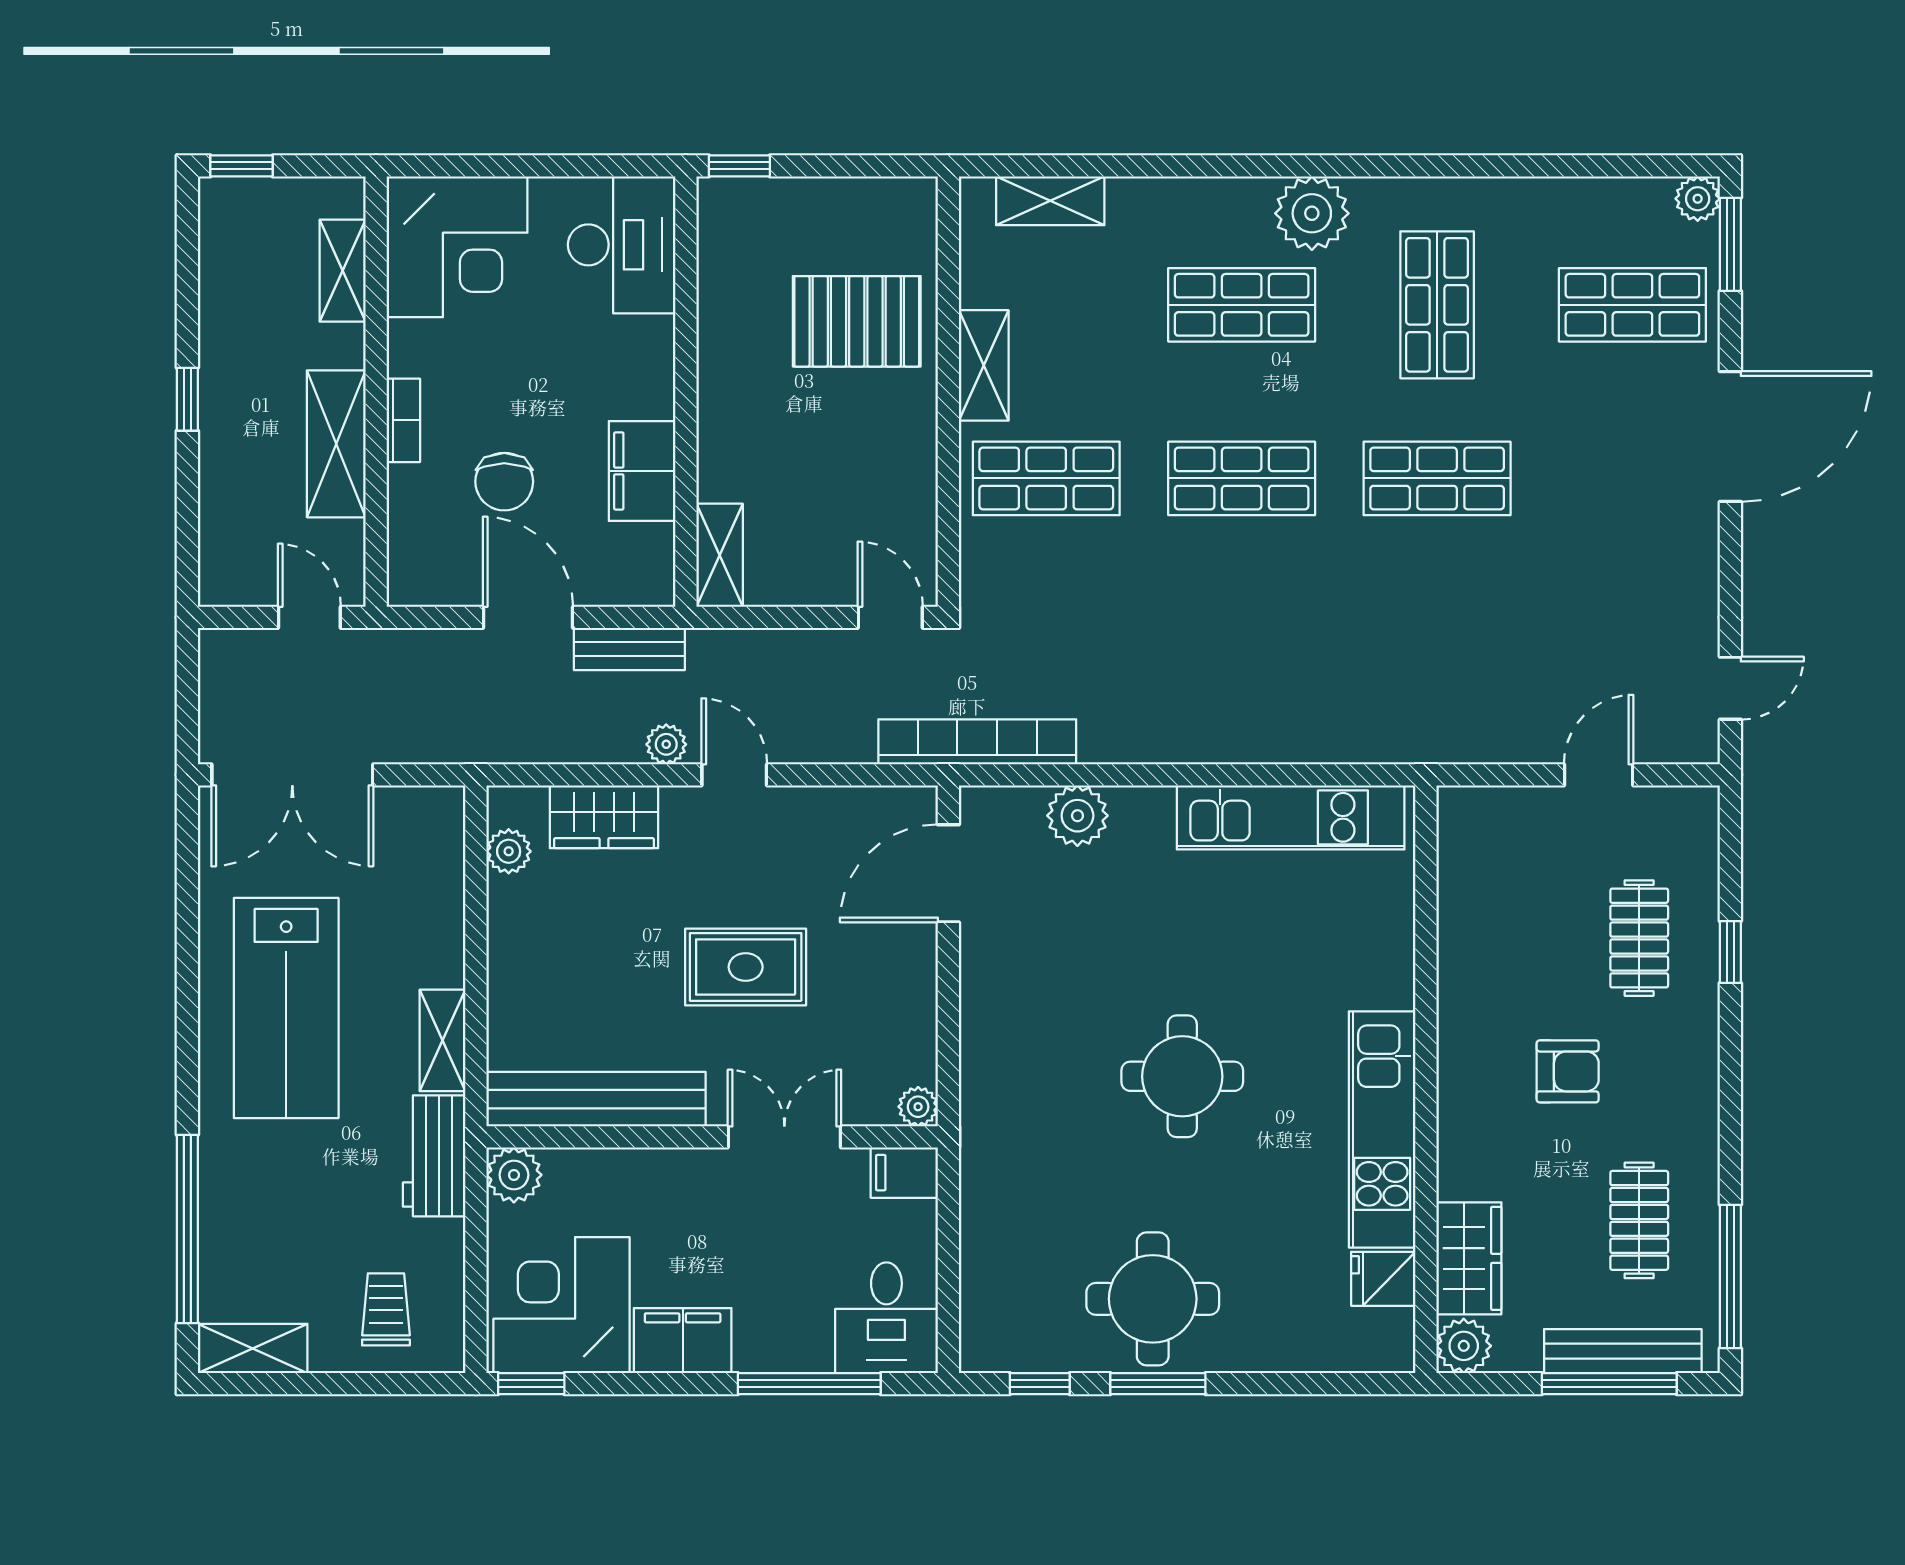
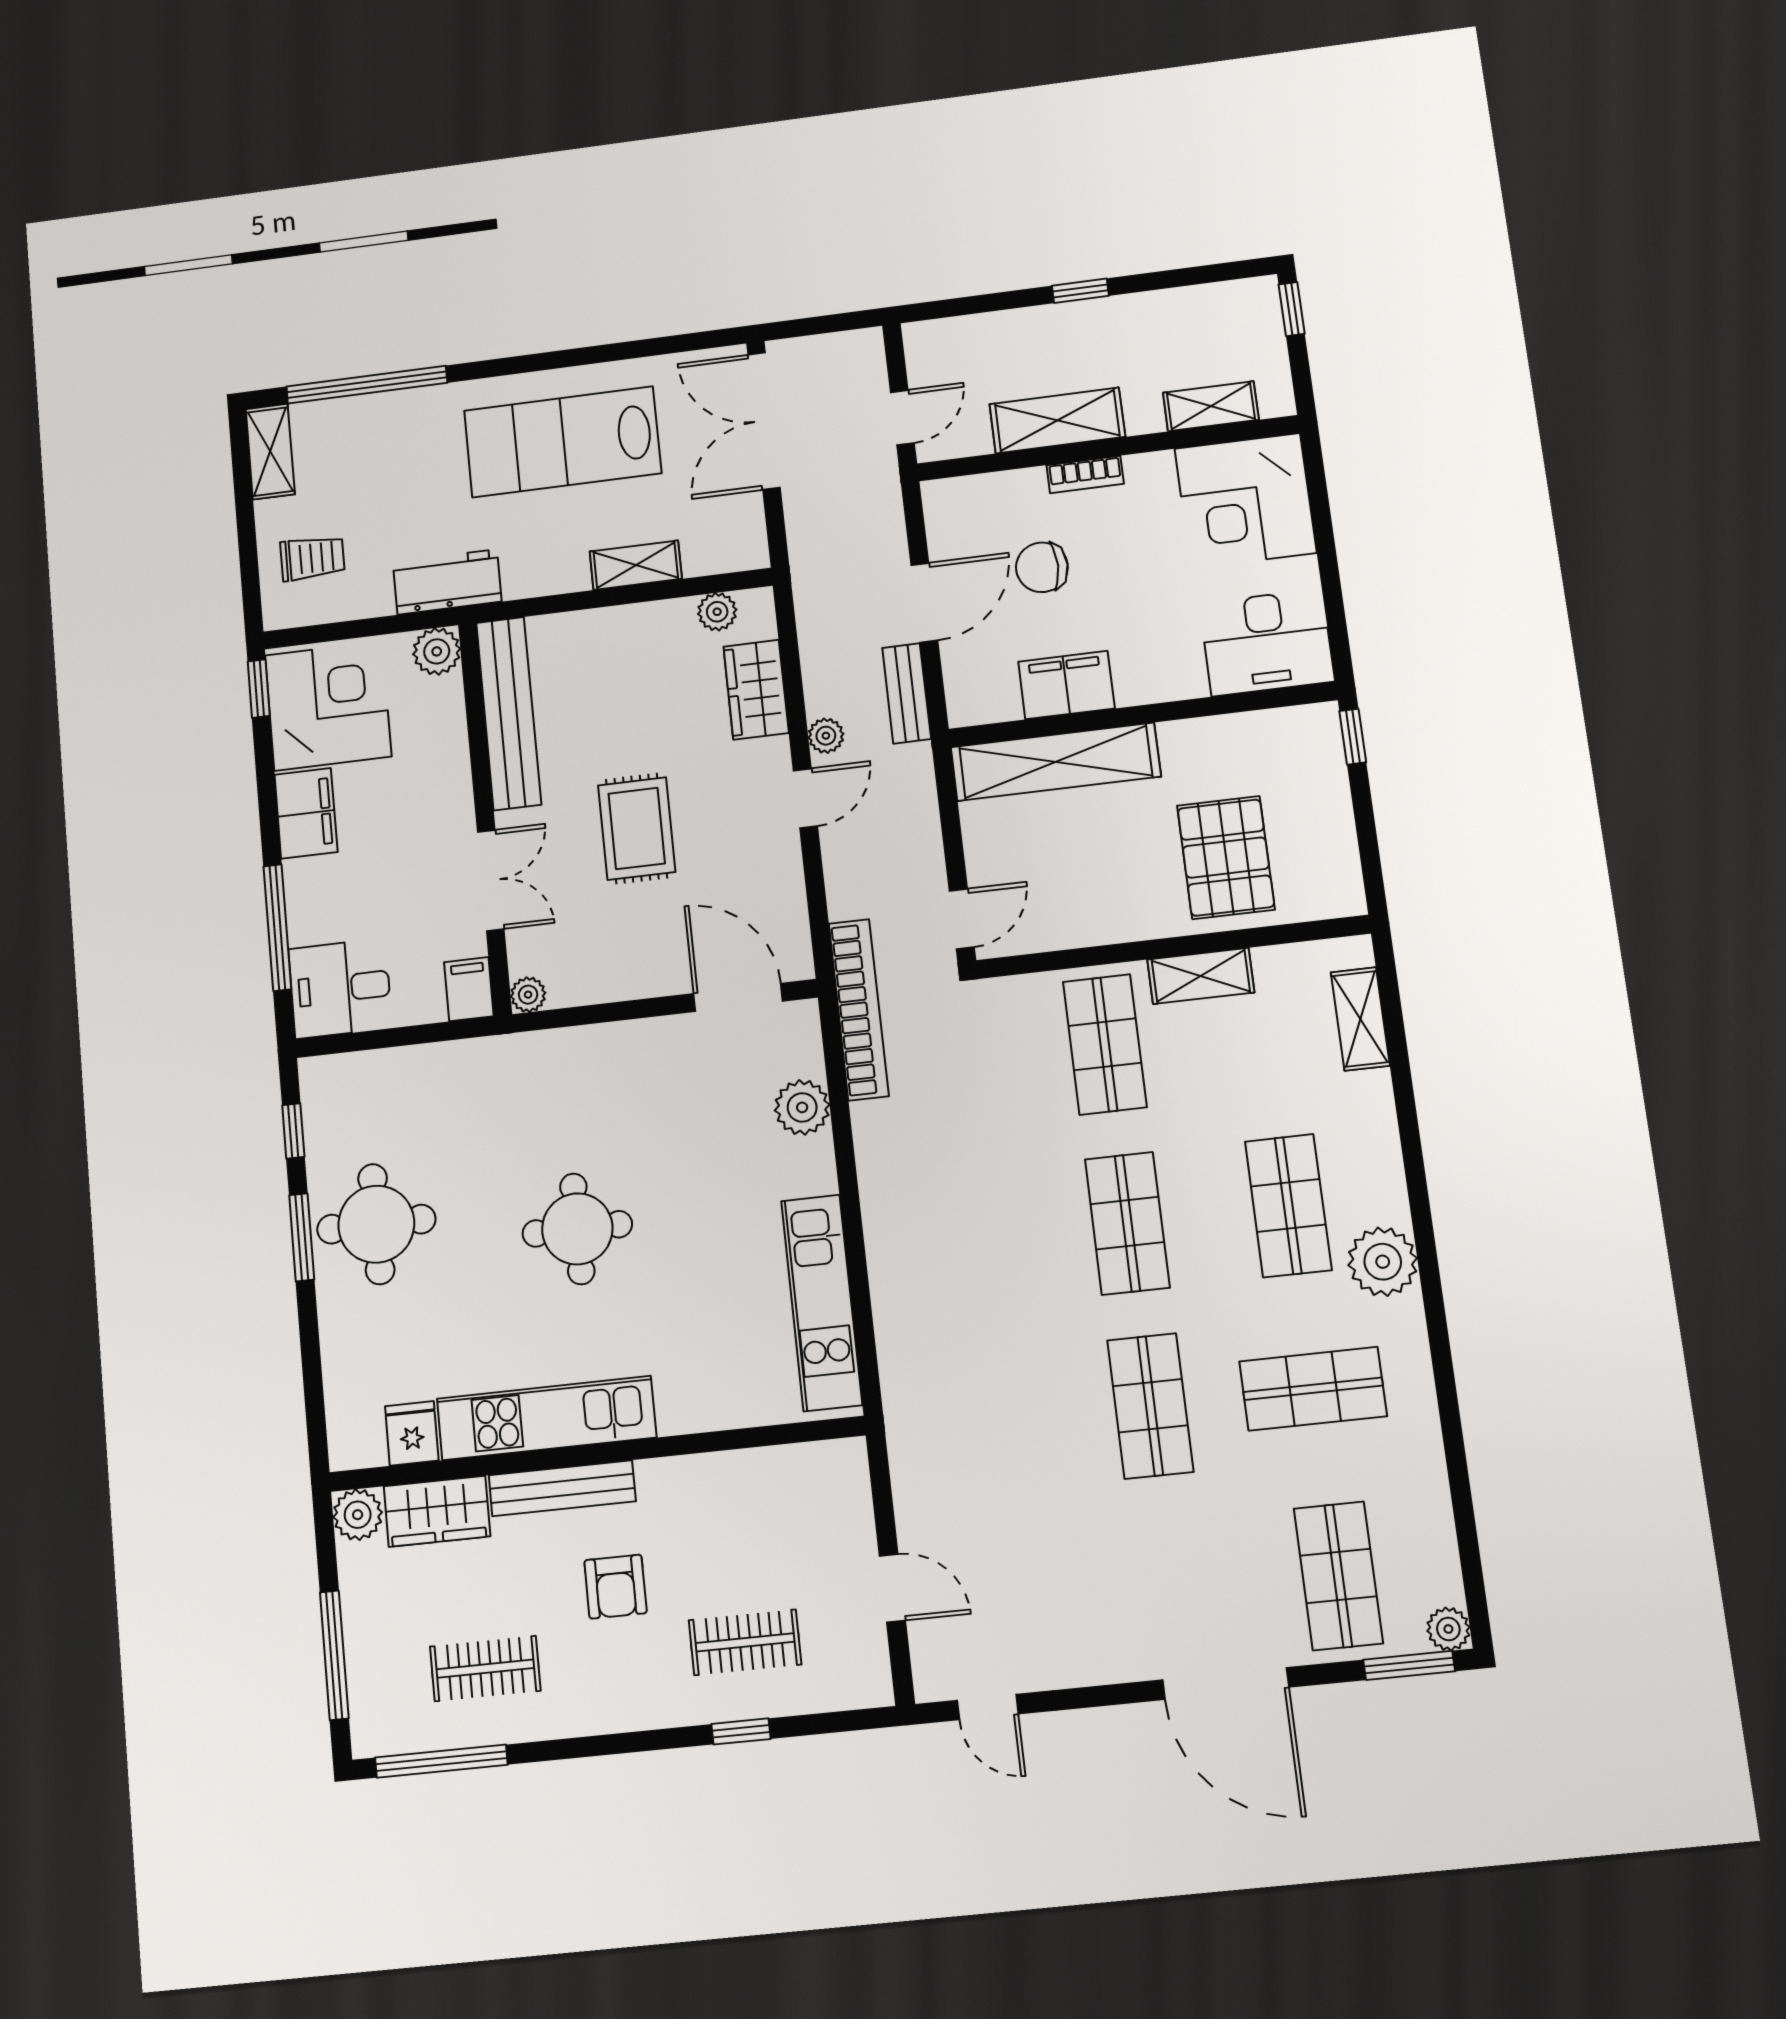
shelving: (720, 555) -> (1056, 762), width x2.20, depth x1.33
shelving: (443, 1040) -> (636, 565), moved
bench: (1623, 1351) -> (562, 1488), moved, turned 90

